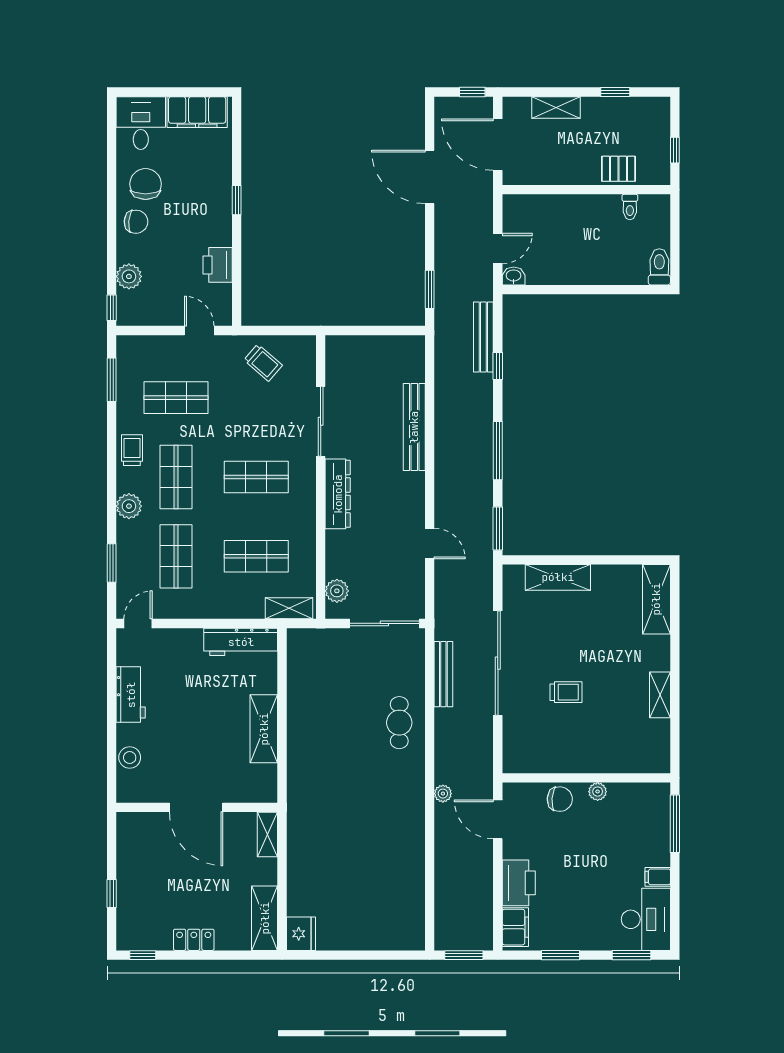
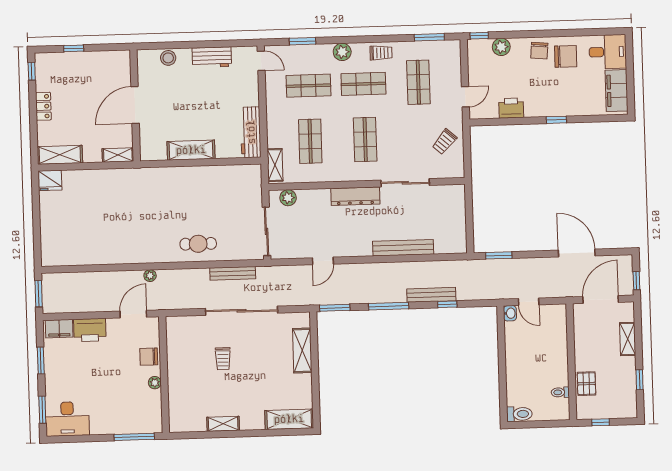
door: (430, 177) -> (577, 253), hinge flipped
bench: (483, 337) -> (431, 295), moved
chair: (560, 799) -> (149, 357), turned 86
filing cabinet: (658, 877) -> (97, 426), removed

